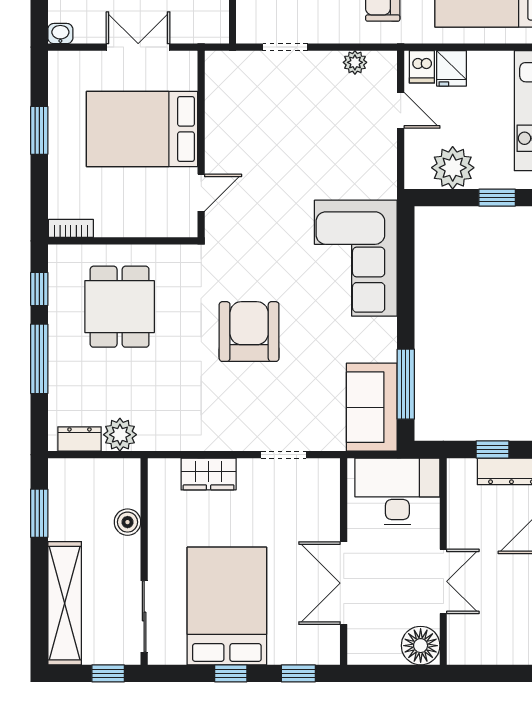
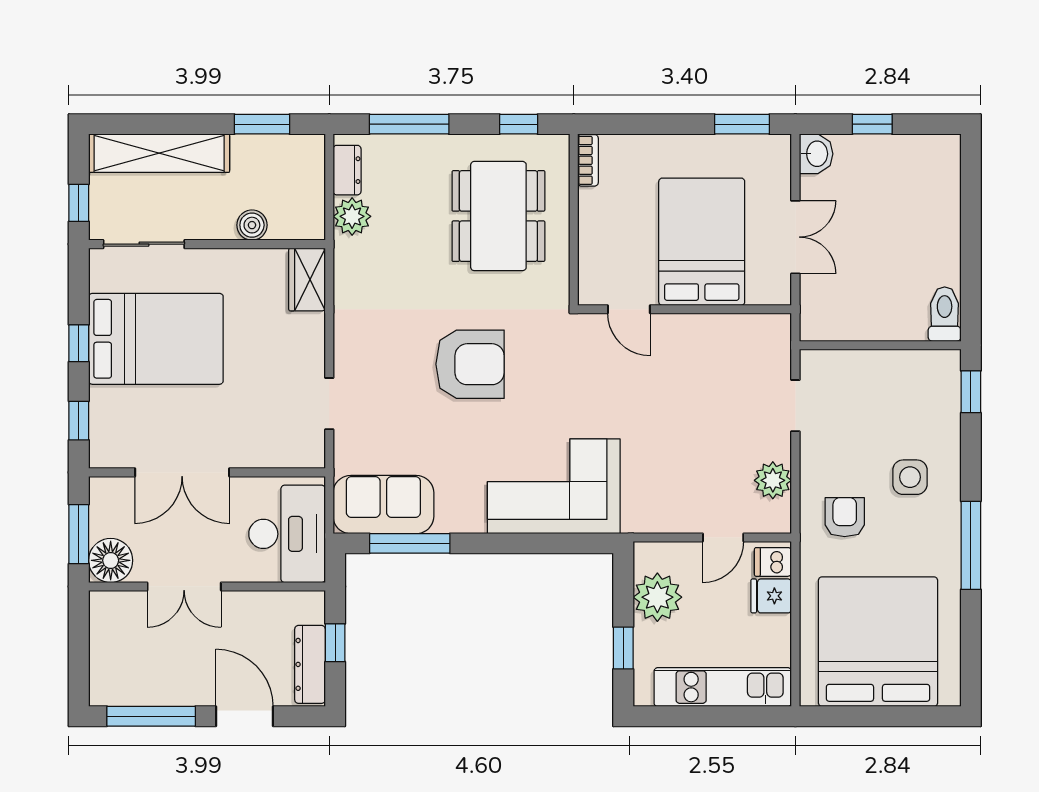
washbasin: (60, 34) -> (816, 154), width x1.38, depth x1.45
plant: (355, 62) -> (773, 480), width x1.38, depth x1.38
window: (39, 130) -> (742, 124), moved
dining table: (120, 307) -> (498, 216), width x1.38
window: (39, 359) -> (409, 124), moved
wardrobe: (209, 474) -> (307, 280), moved
double door: (344, 583) -> (182, 472), swing flipped
window: (398, 673) -> (79, 534), added

